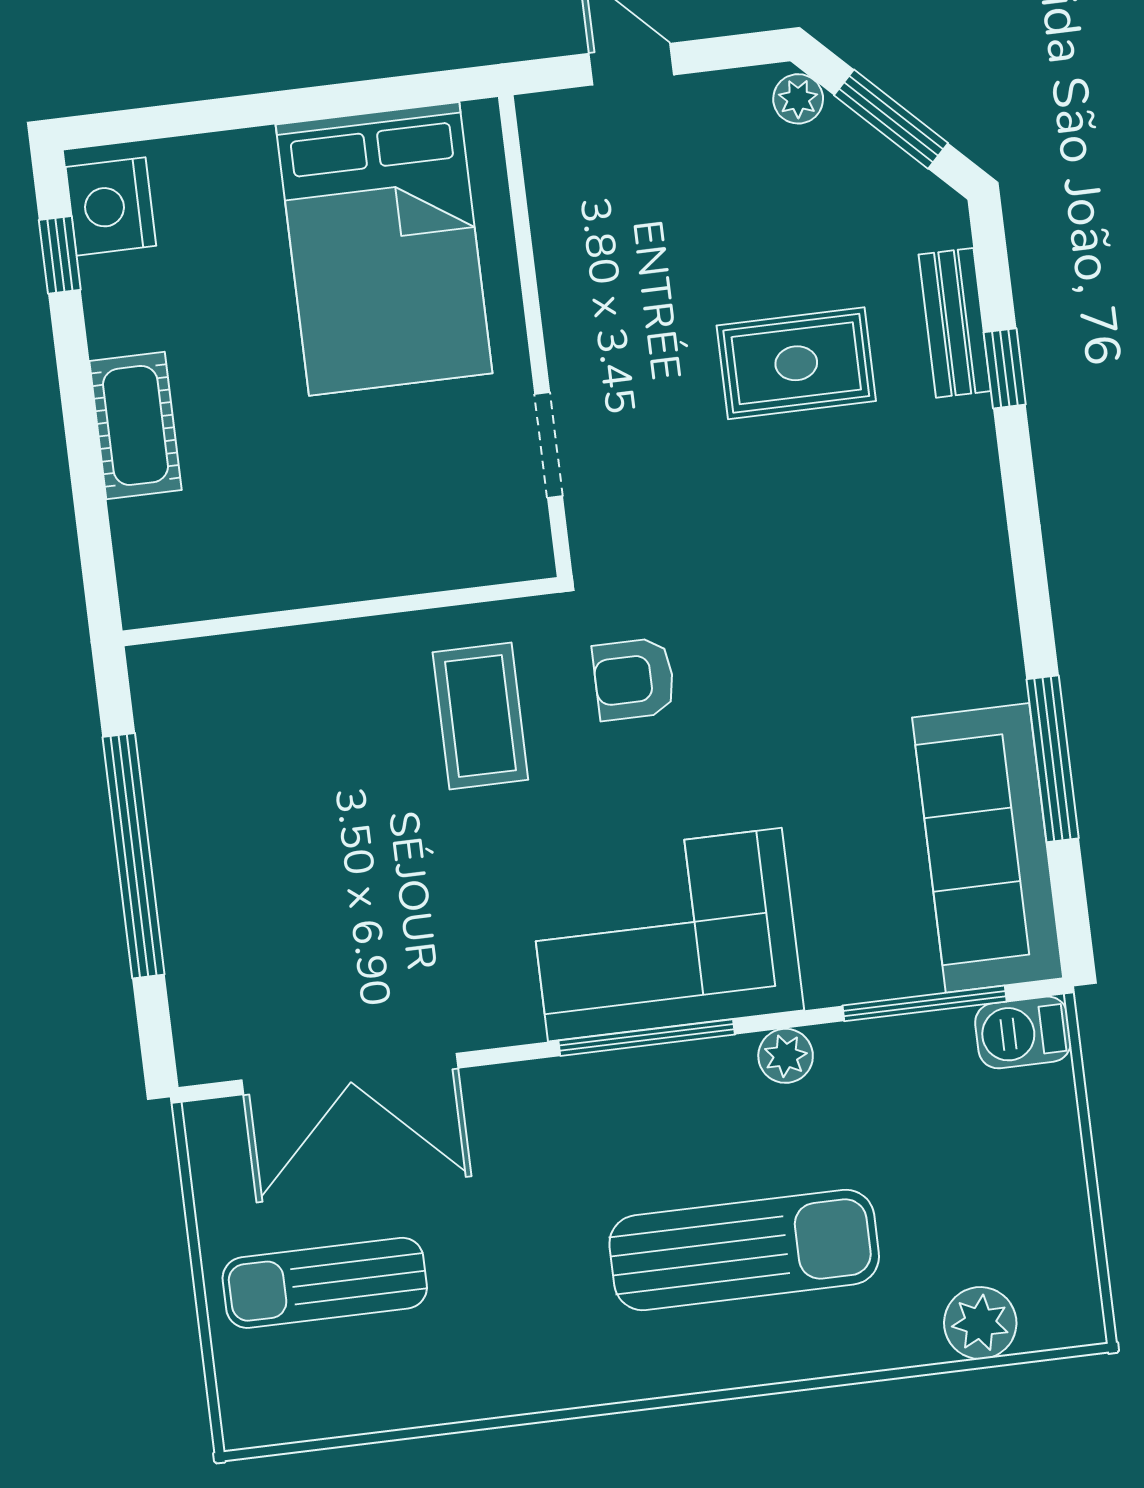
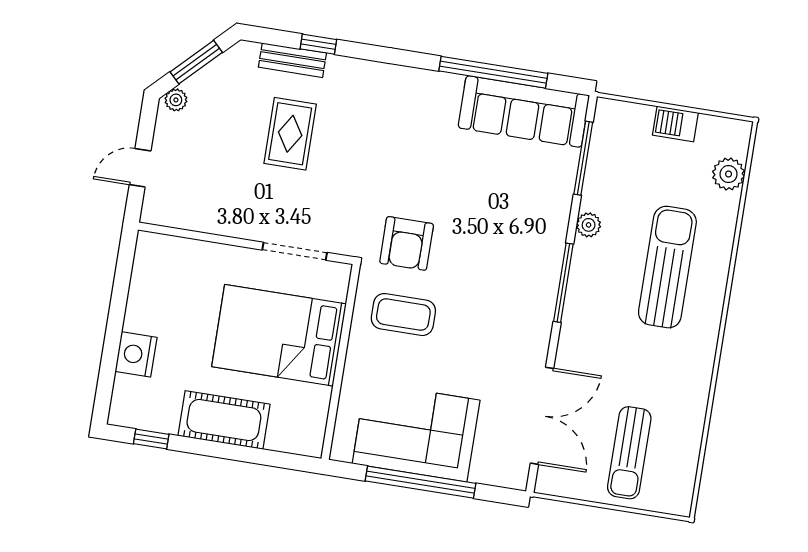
nightstand: (111, 206) -> (136, 354), moved, turned 90
bed: (384, 249) -> (279, 335), moved, turned 180
cot: (136, 425) -> (224, 420), width x1.37, depth x1.34
doorway: (549, 445) -> (295, 251), width x1.38
armchair: (634, 679) -> (407, 243), width x1.38, depth x1.38
window: (1053, 759) -> (493, 72), width x1.46
corner sofa: (665, 935) -> (416, 432), moved, turned 90
barbecue: (1023, 1032) -> (675, 124), moved, turned 90

